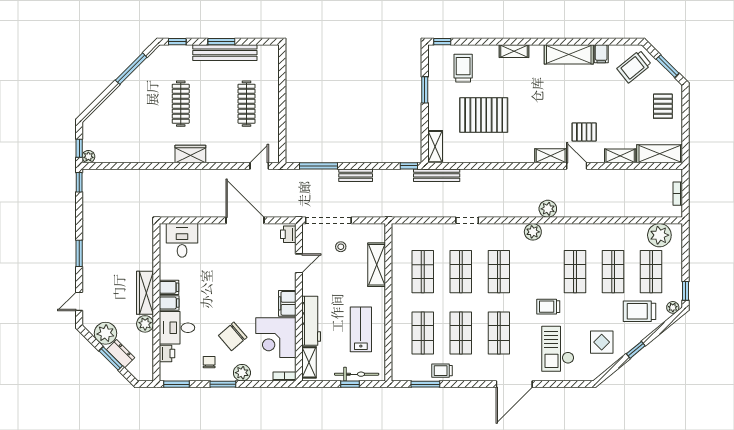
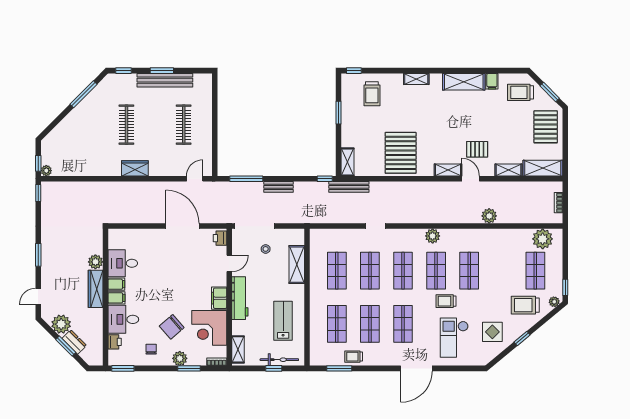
trolley: (634, 67) -> (521, 92), turned 39
trolley: (463, 68) -> (372, 94), turned 180
pallet: (663, 106) -> (546, 127), width x1.50, depth x1.42
pallet: (484, 115) -> (401, 153), moved, turned 90
plant: (548, 209) -> (489, 216), moved
desk: (182, 240) -> (123, 263), moved, turned -90
shop shelf: (613, 272) -> (436, 271), moved
workbench: (311, 321) -> (240, 298), moved
plant: (145, 324) -> (95, 262), moved
window: (223, 384) -> (189, 368), moved

